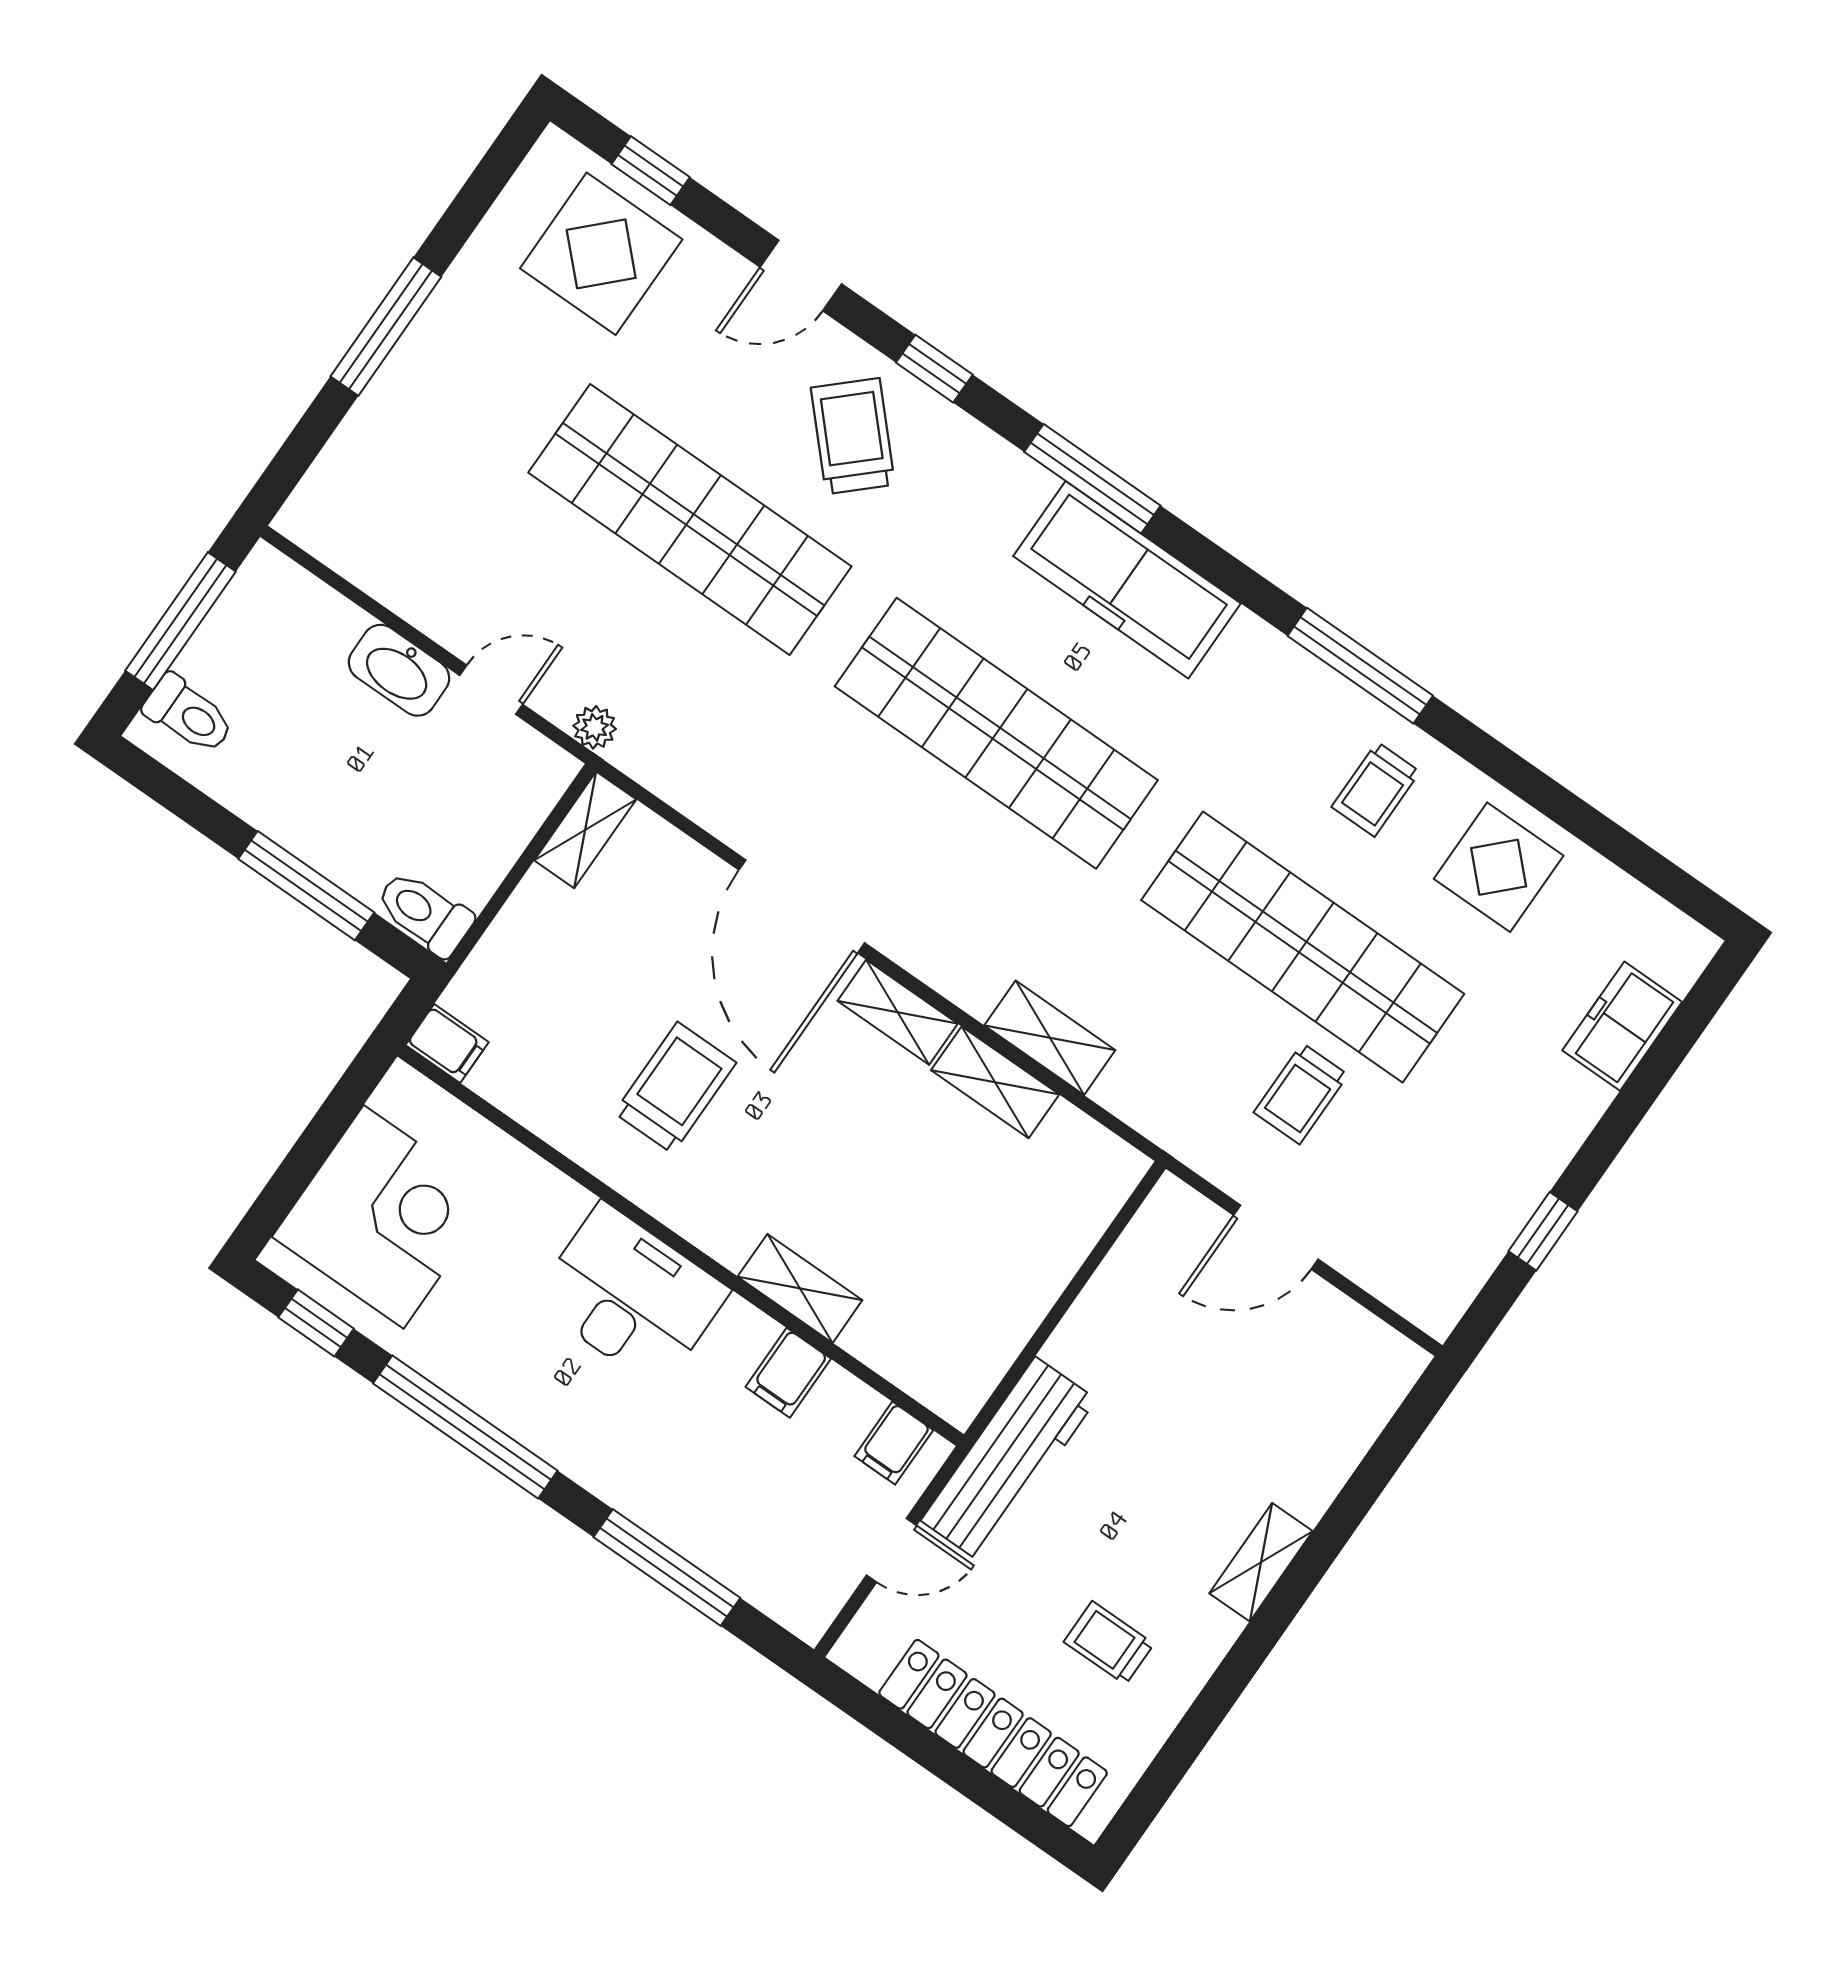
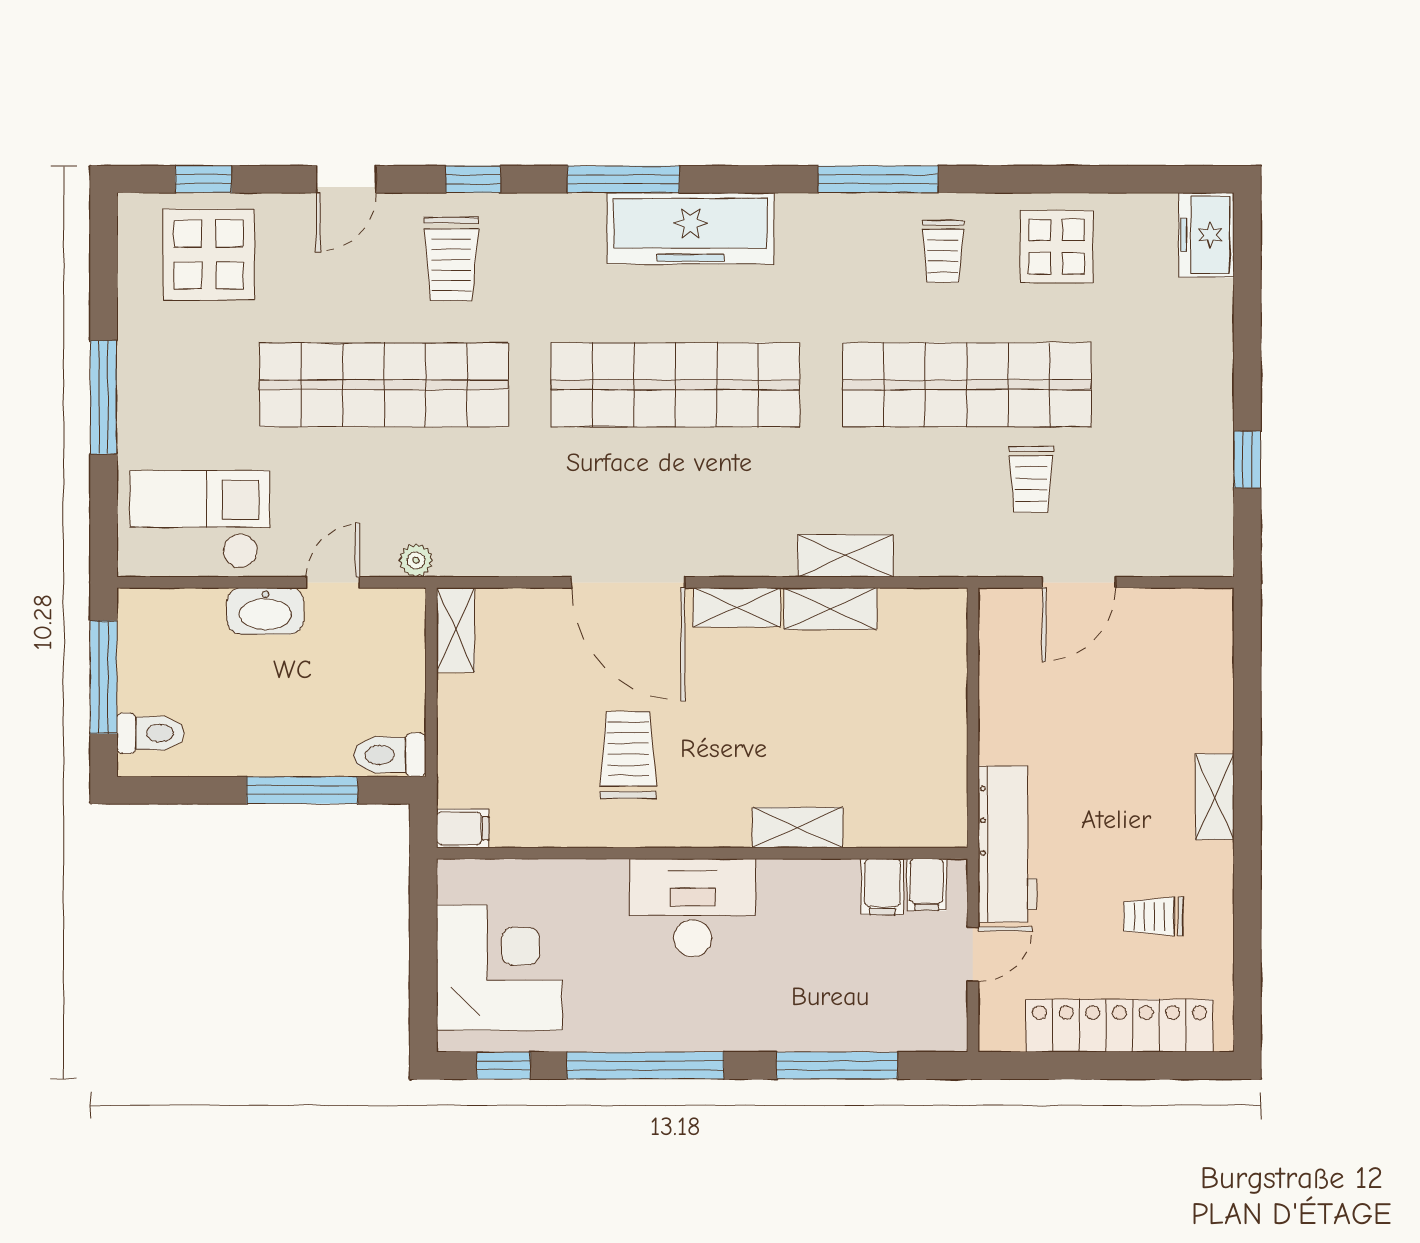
trolley: (853, 436) -> (451, 259), turned -137
checkout: (397, 526) -> (200, 519), added
freezer: (1622, 1026) -> (1206, 235), moved
filing cabinet: (788, 1373) -> (882, 887), moved

